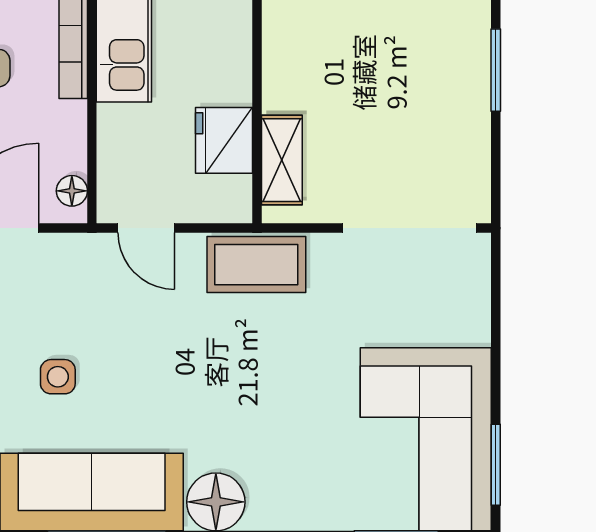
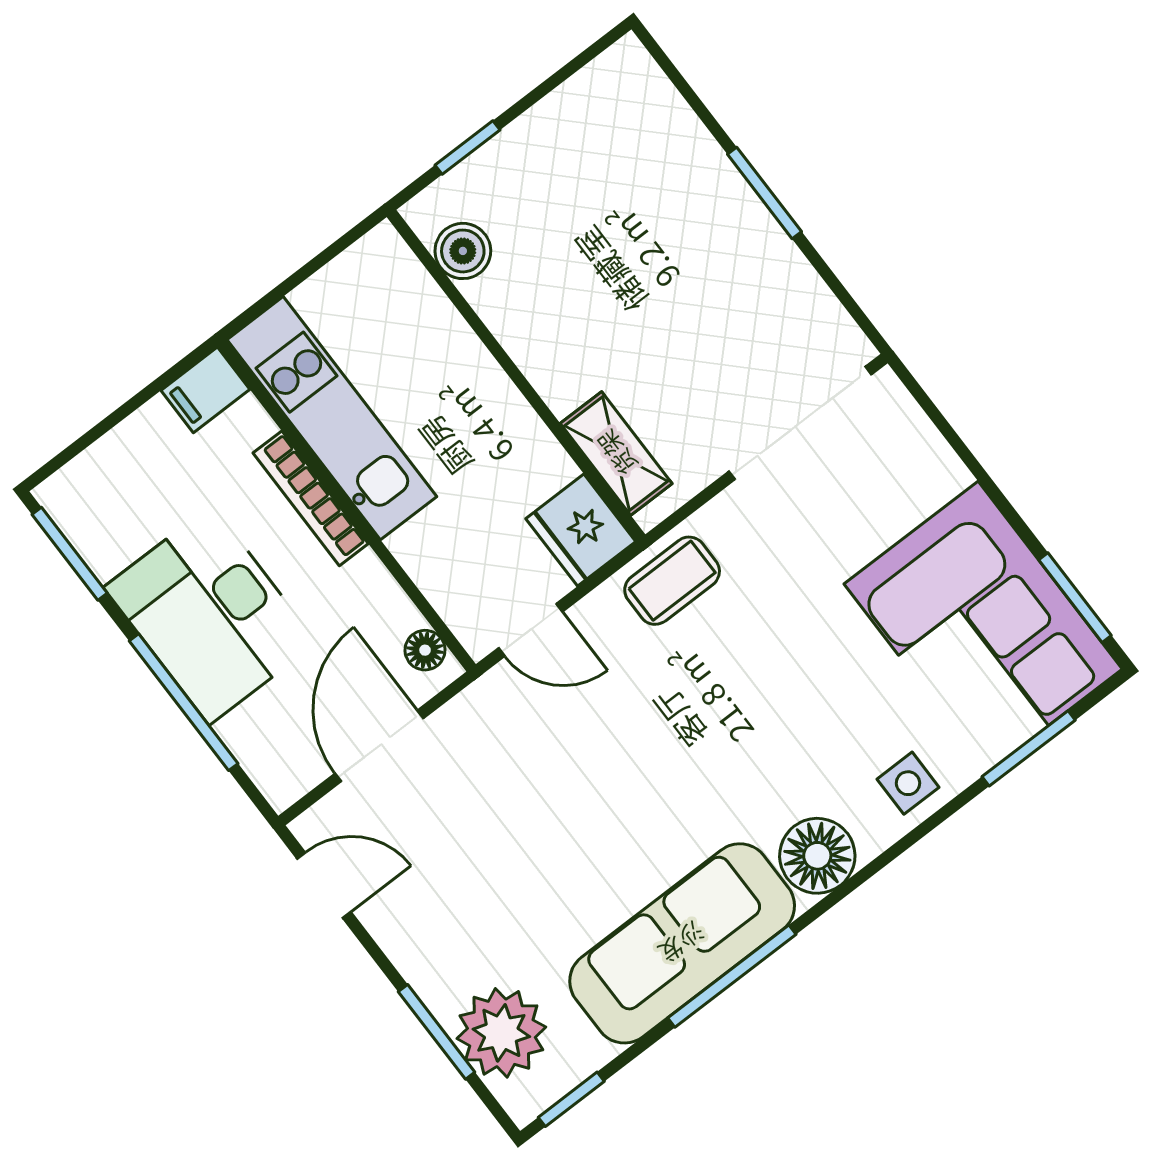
fridge: (224, 140) -> (581, 530), moved
coffee table: (256, 265) -> (672, 581), width x0.73, depth x0.77
side table: (58, 377) -> (908, 783), moved

